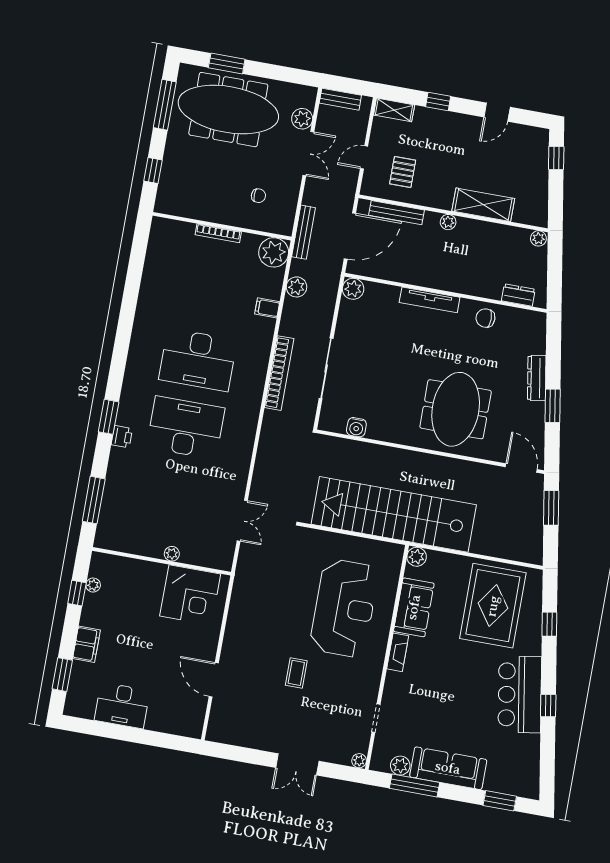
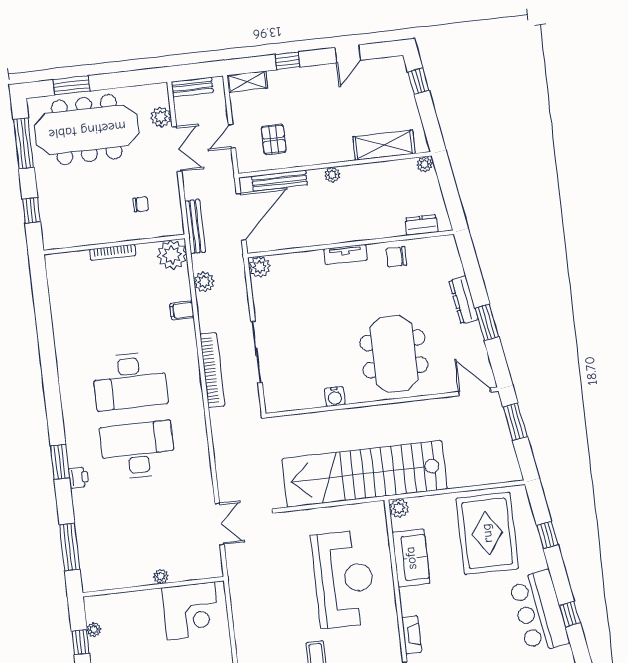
shelving: (483, 205) -> (384, 145), moved
tv unit: (430, 300) -> (345, 254), width x0.71
water cooler: (356, 427) -> (335, 396), moved
fireplace: (398, 652) -> (412, 635), moved

